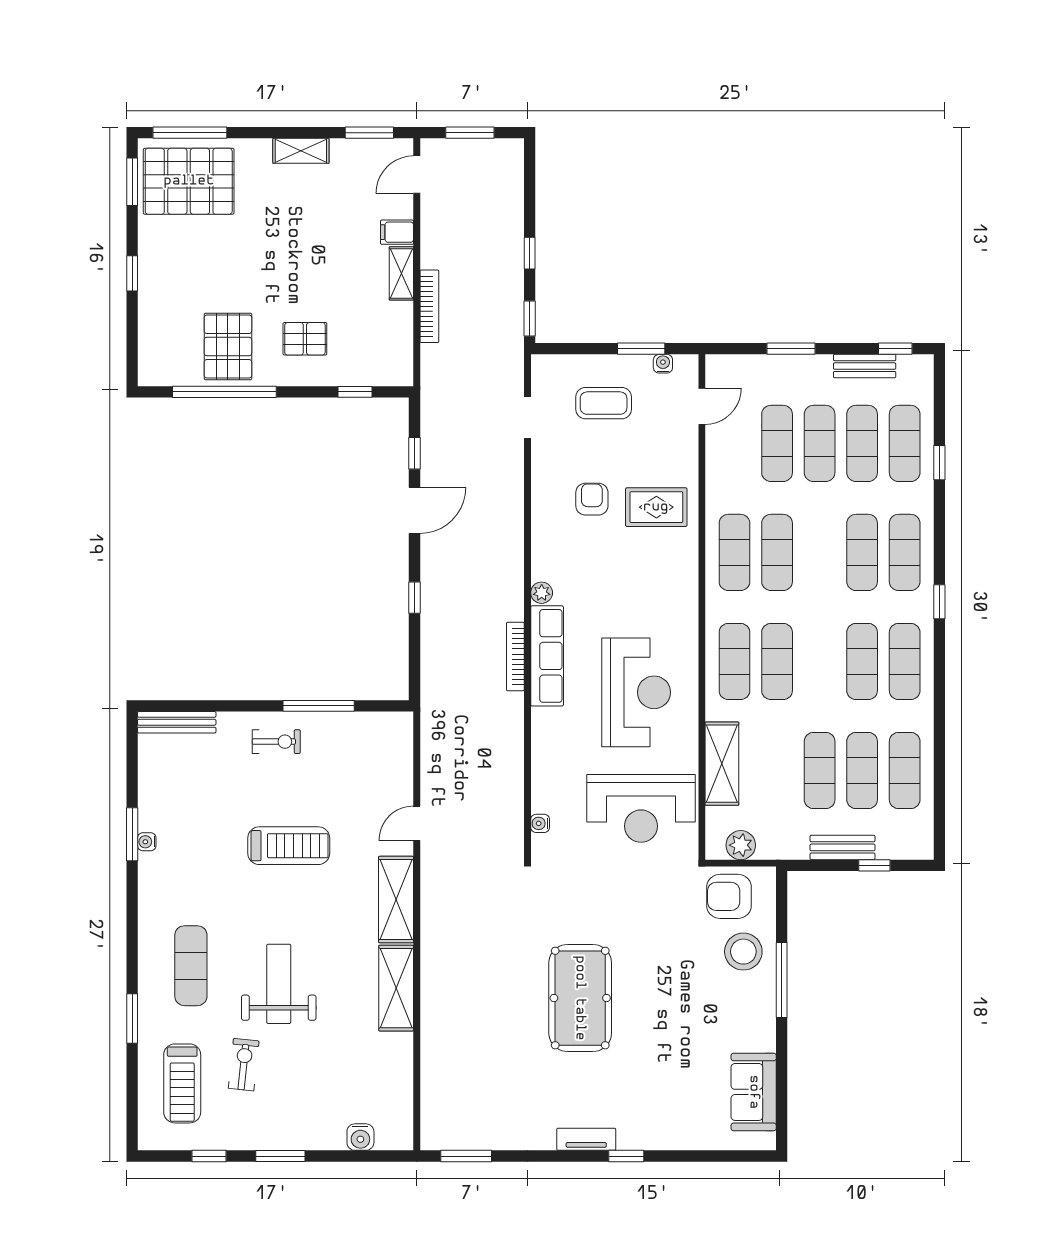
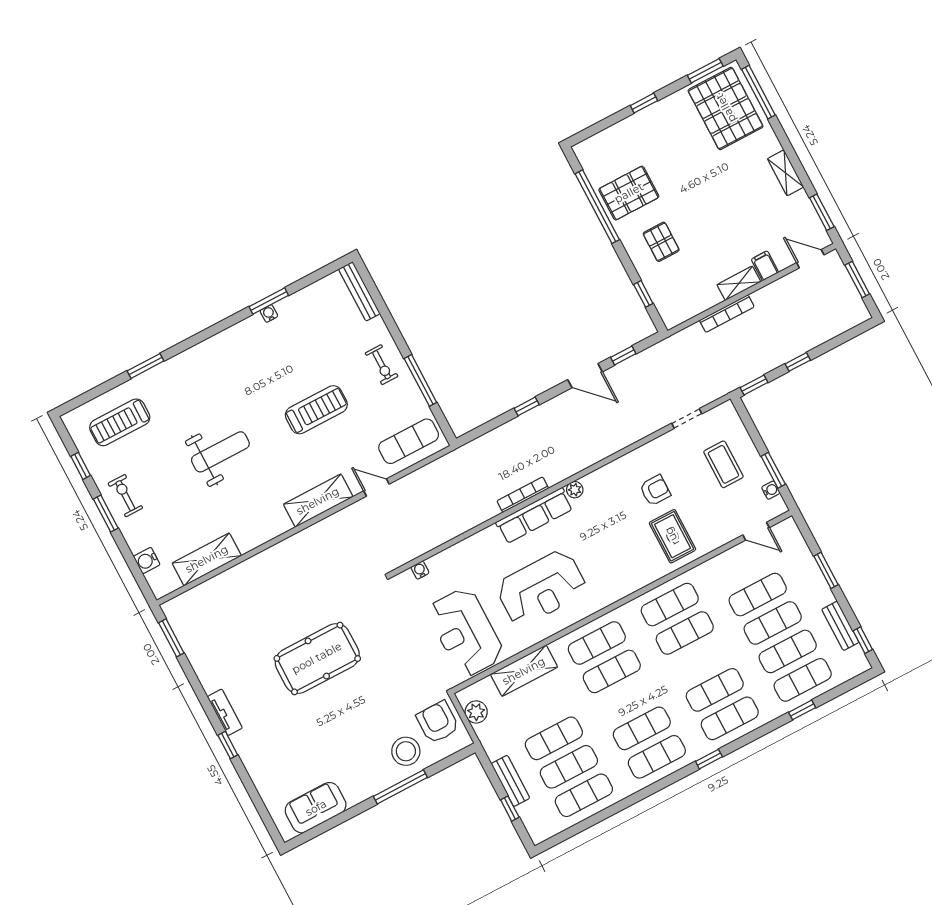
treadmill: (289, 846) -> (316, 410), turned -90
exercise mat: (191, 966) -> (409, 441), moved
shelving: (396, 988) -> (207, 559), moved
exercise bike: (244, 1065) -> (125, 496), moved, turned -96

